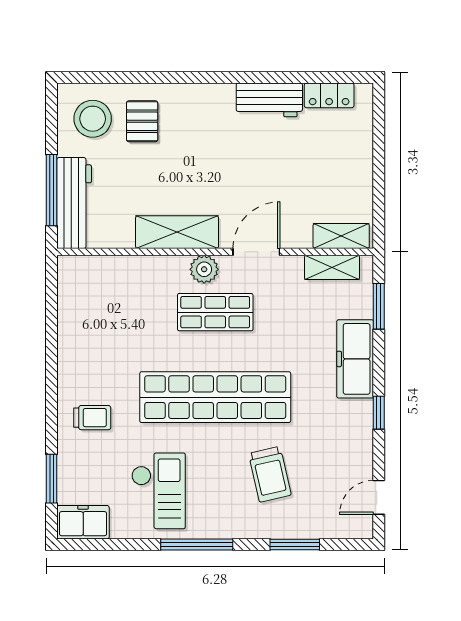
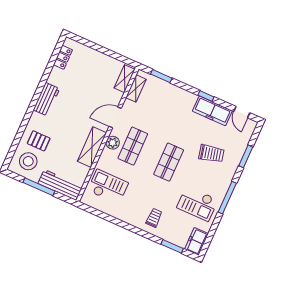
workbench: (269, 100) -> (46, 99), moved
window: (52, 190) -> (39, 187), moved
door: (256, 252) -> (115, 117), hinge flipped
checkout: (113, 299) -> (108, 187), added
freezer: (355, 359) -> (212, 111), moved
shop shelf: (215, 397) -> (169, 162), width x0.50, depth x0.74
checkout: (158, 491) -> (197, 204), turned 180

